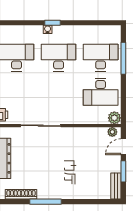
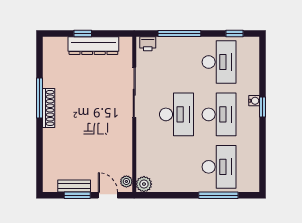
desk: (101, 92) -> (176, 114), moved, turned 180
bench: (116, 186) -> (74, 186), moved
shoe rack: (21, 194) -> (49, 108), moved

